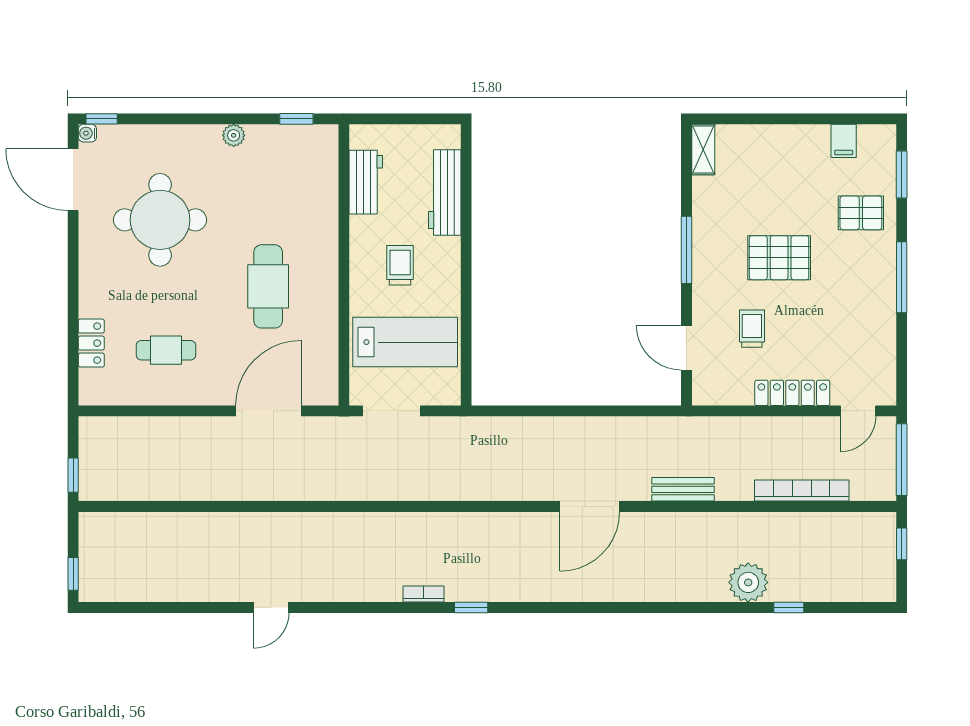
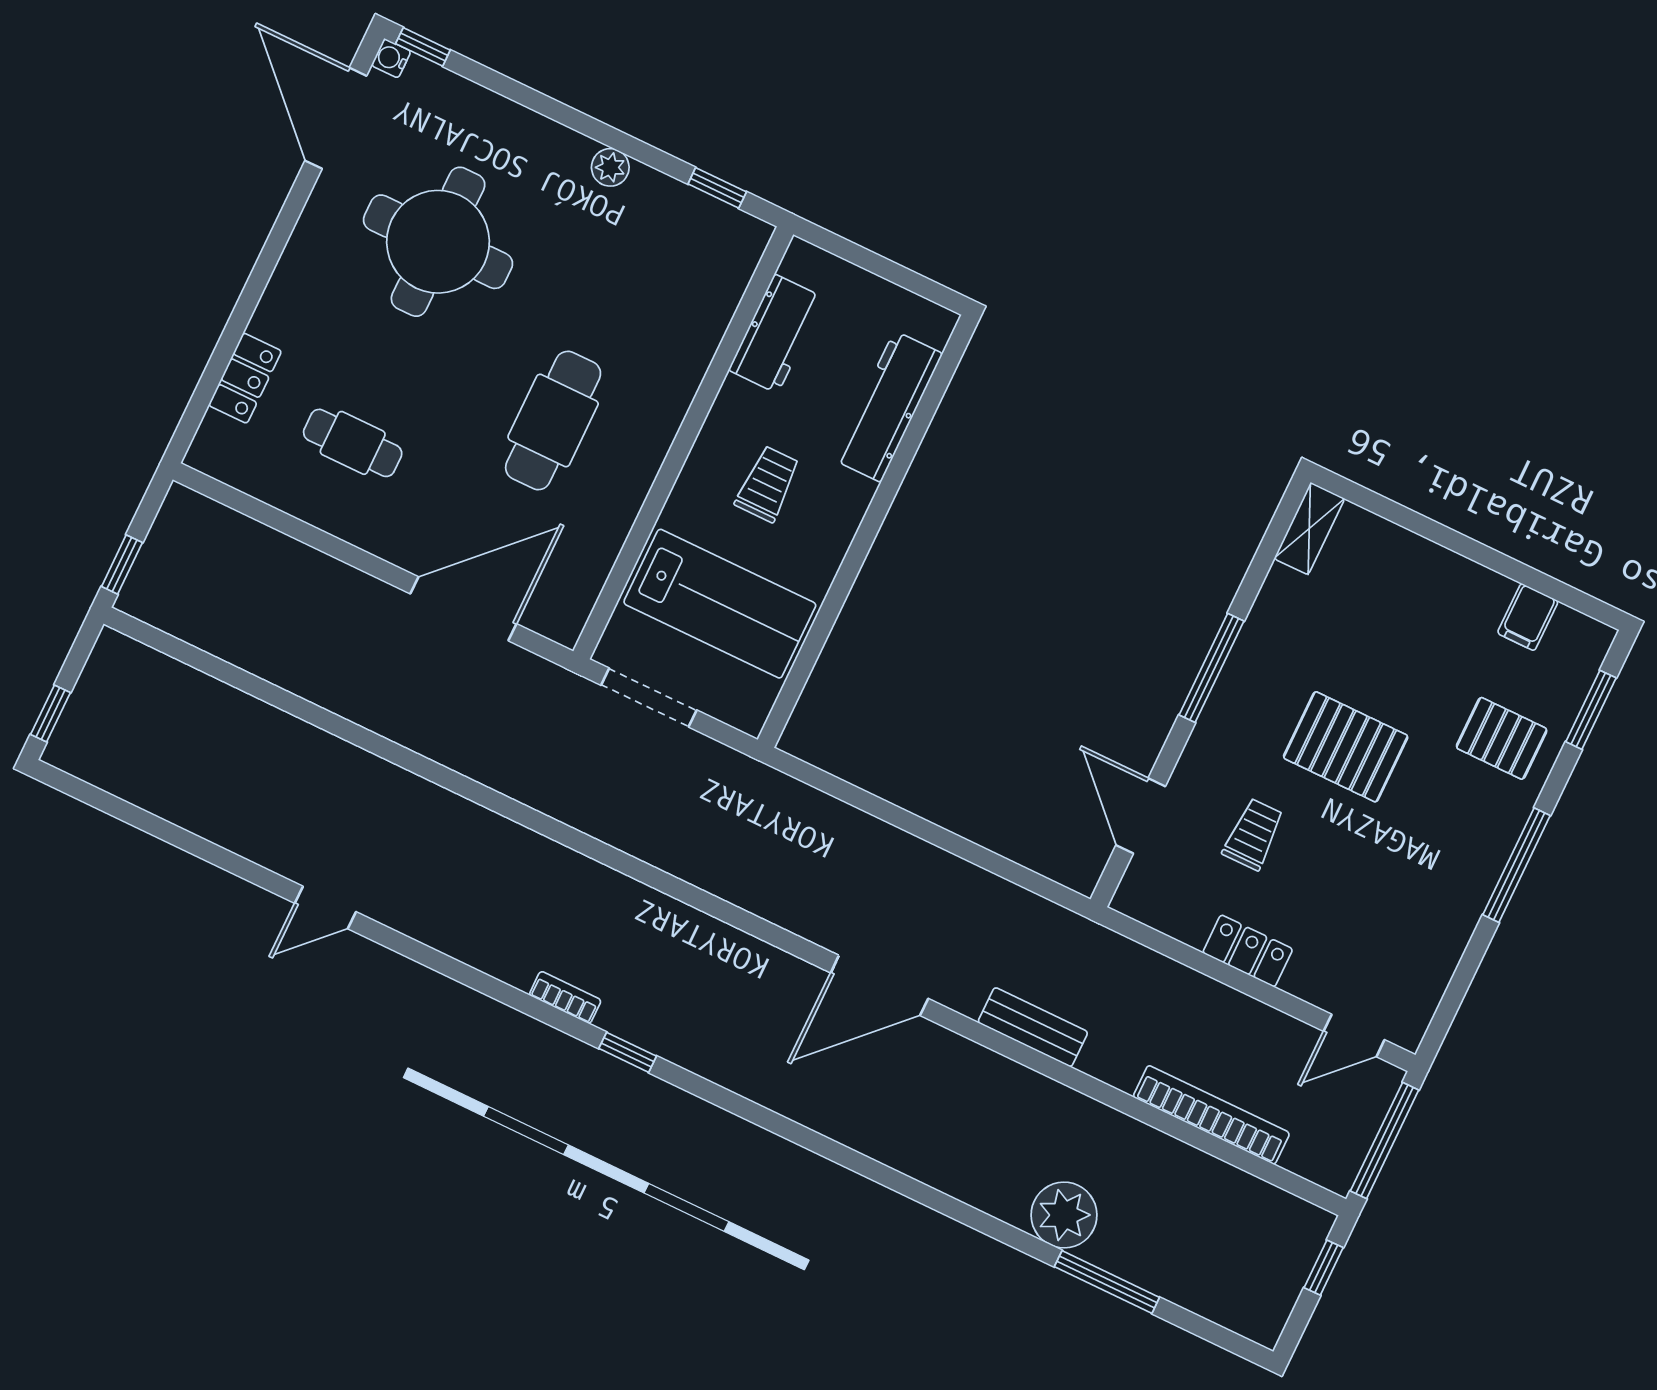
locker: (792, 393) -> (1248, 951), width x0.66
window: (789, 607) -> (1107, 1282), width x2.17

